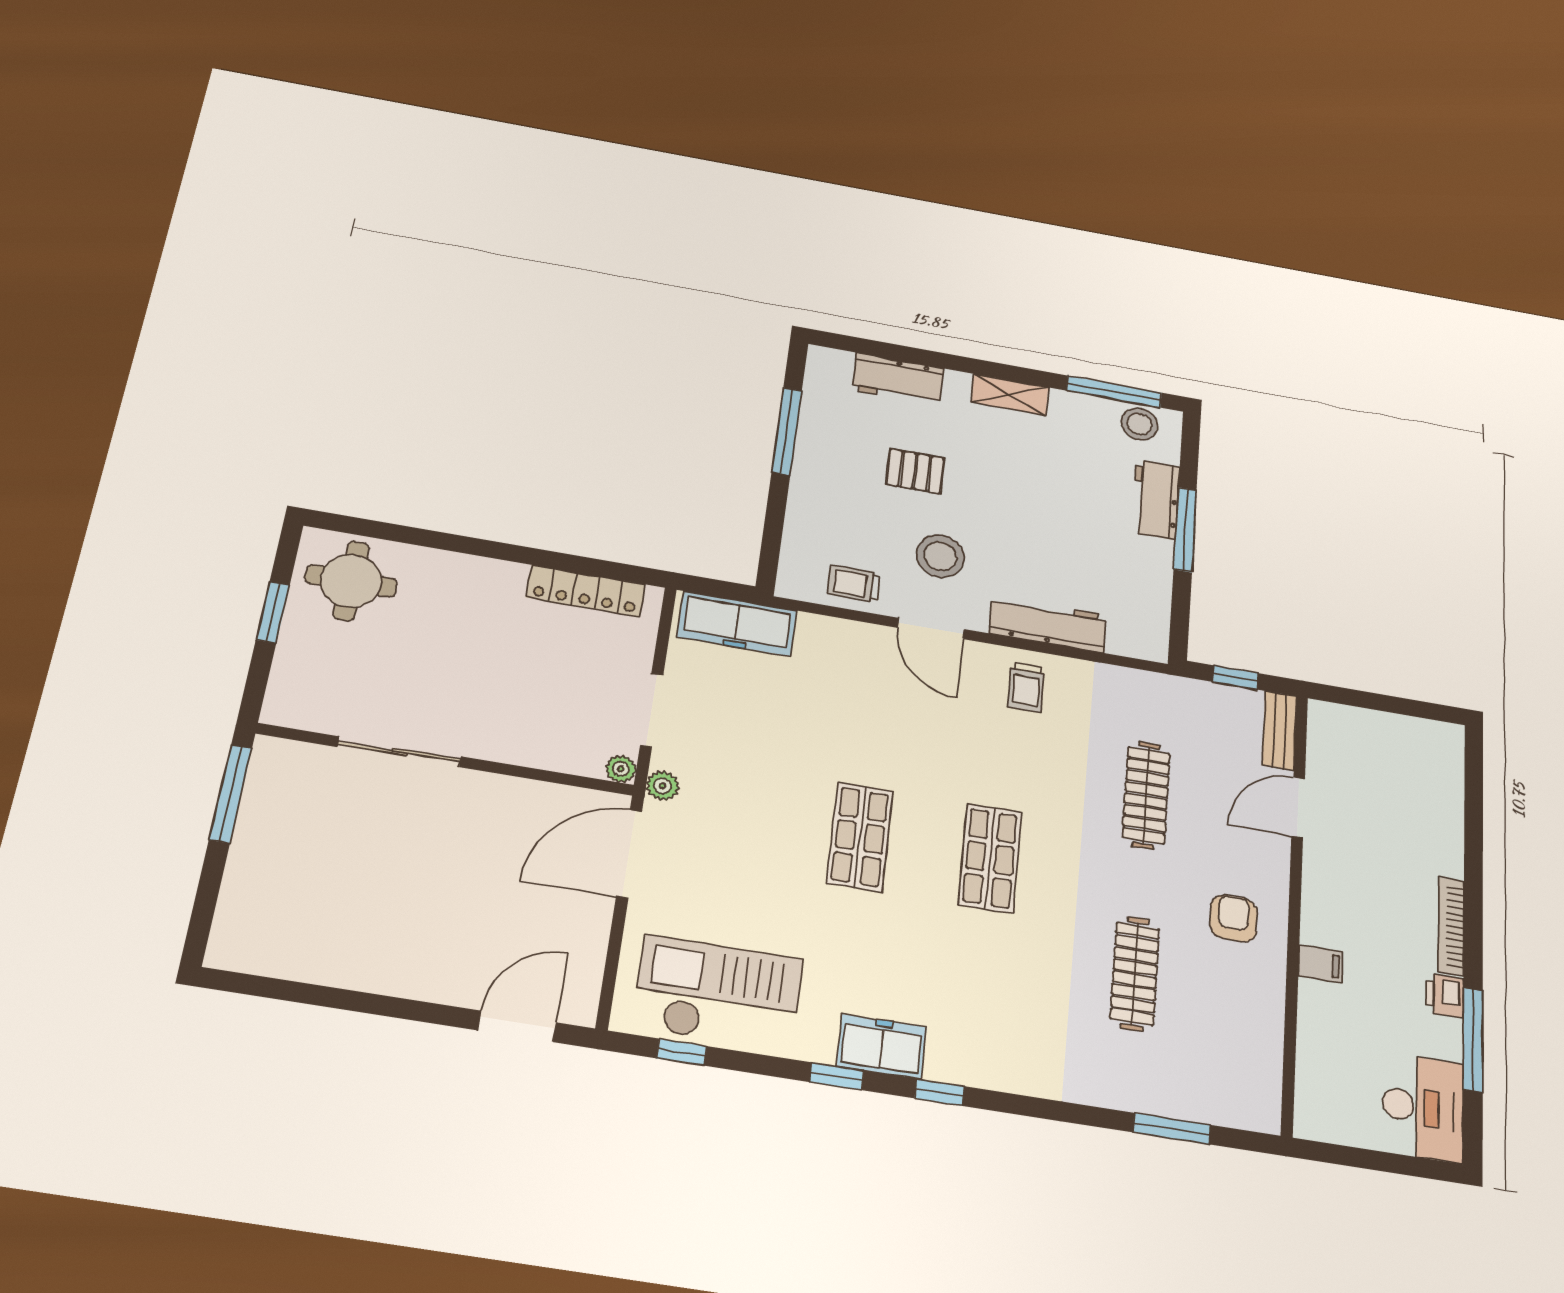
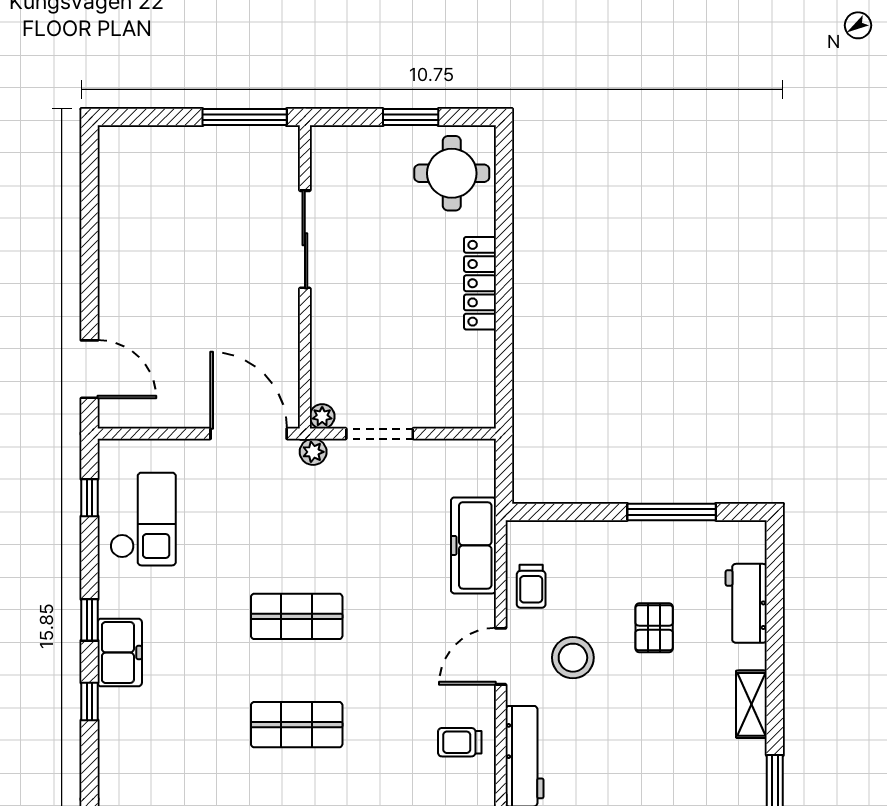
trolley: (854, 584) -> (531, 586), turned 180
locker: (586, 591) -> (480, 283), moved
freezer: (737, 624) -> (473, 545), moved
checkout: (718, 993) -> (143, 519), width x0.73, depth x0.83

